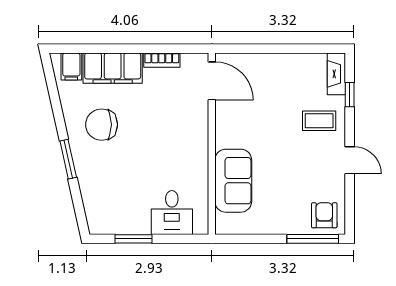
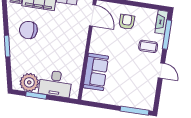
window: (350, 95) -> (167, 35), width x2.17
desk: (172, 213) -> (55, 84), width x1.37
armchair: (324, 215) -> (127, 22), moved
plant: (117, 218) -> (29, 82), added

